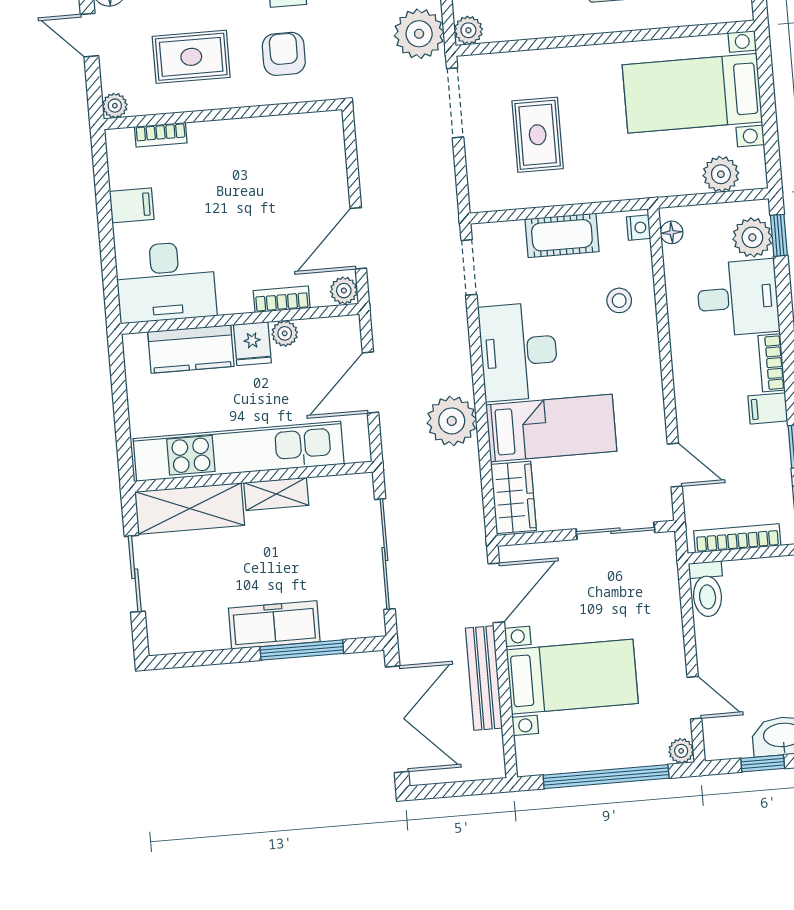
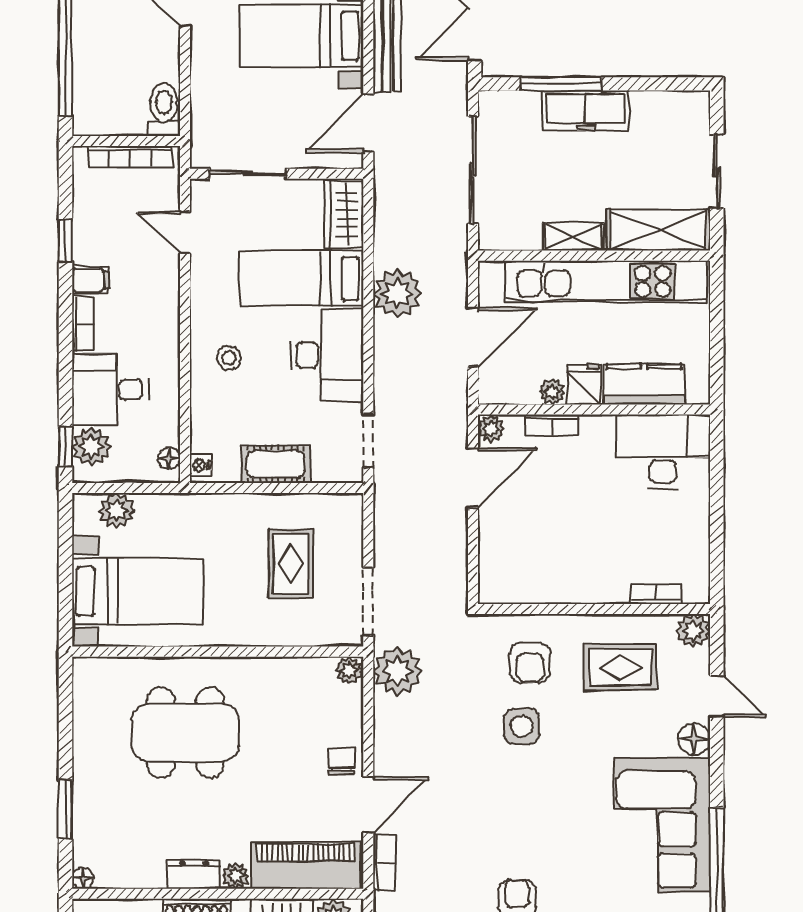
plant: (115, 106) -> (693, 631), width x1.38, depth x1.38
filing cabinet: (132, 205) -> (690, 528), removed
stool: (619, 300) -> (229, 358), moved

